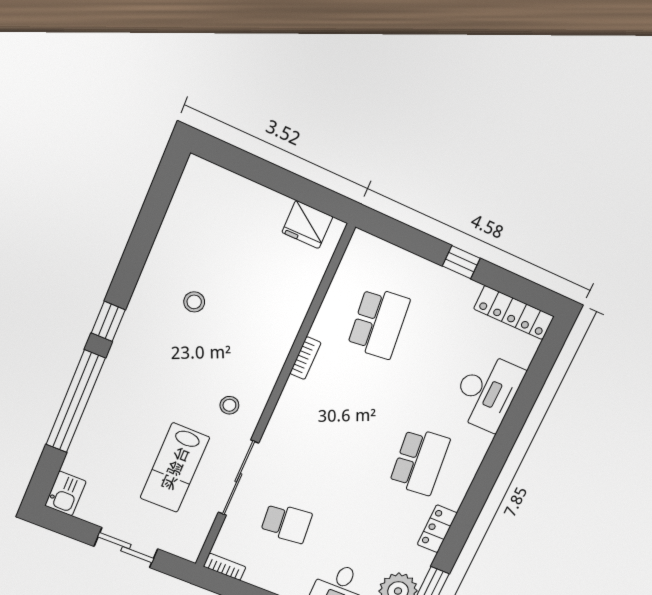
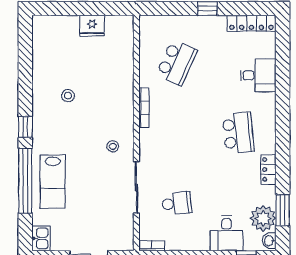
fridge: (307, 225) -> (92, 26), moved
school desk: (379, 323) -> (177, 63), turned 30
bookcase: (305, 358) -> (144, 108), width x1.56
desk: (487, 392) -> (258, 75), width x0.73
lab bench: (175, 468) -> (53, 182), moved

